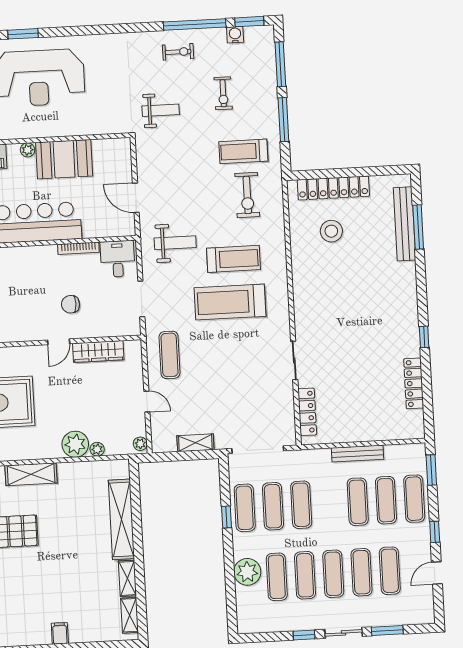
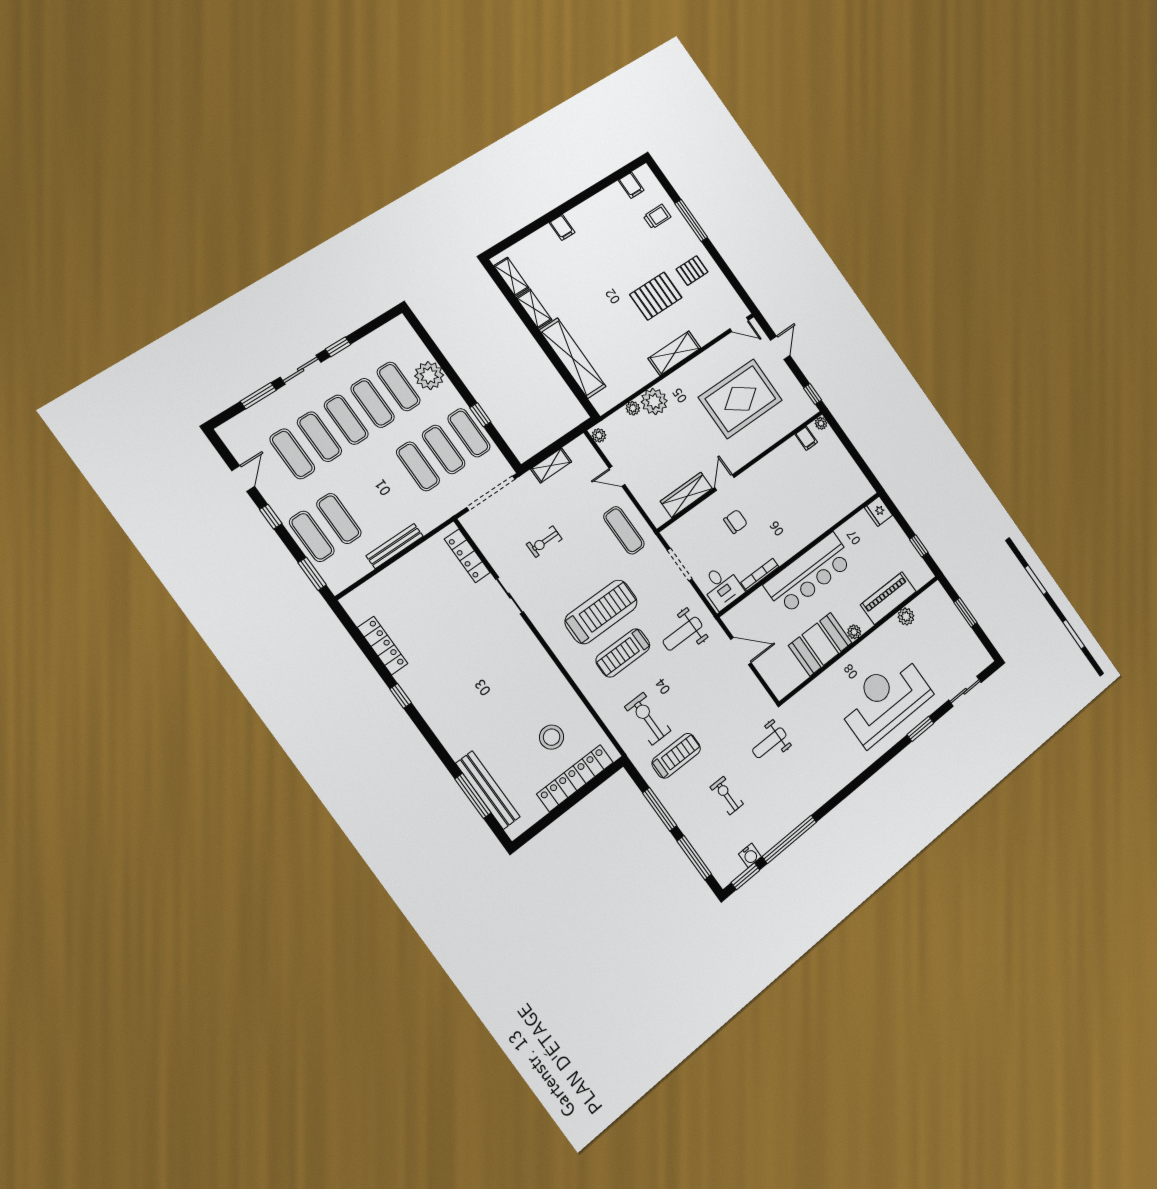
exercise bike: (178, 52) -> (544, 542), moved
exercise mat: (358, 502) -> (366, 501), removed

